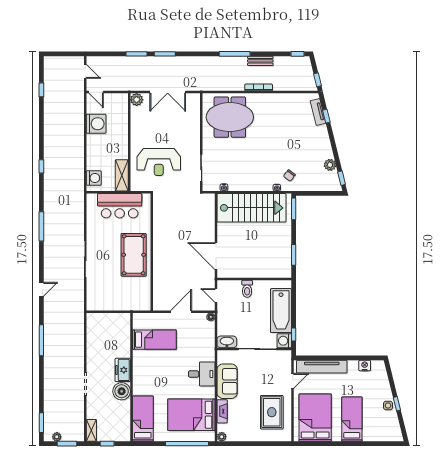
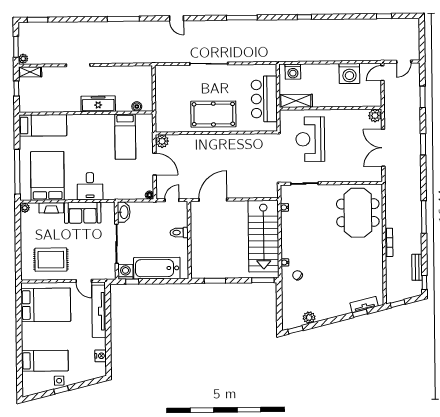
window: (136, 54) -> (423, 97), moved
bench: (260, 61) -> (417, 267), moved
plant: (159, 304) -> (162, 141), added
freezer: (123, 370) -> (98, 104), width x1.40
boiler: (122, 391) -> (137, 107), moved, width x0.54, depth x0.54
bed: (352, 419) -> (45, 361), moved
plant: (57, 437) -> (23, 59), moved

